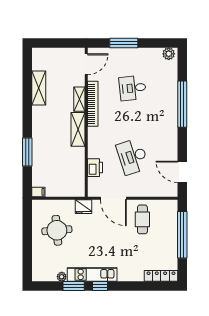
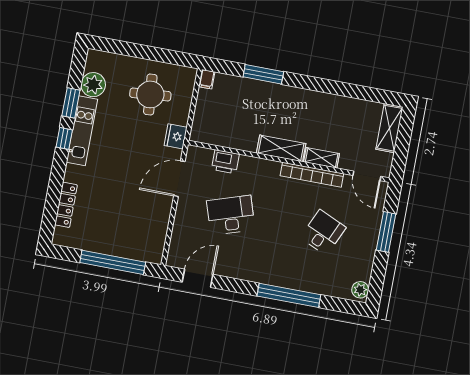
shelving: (39, 88) -> (389, 128), moved, turned 90
desk: (133, 88) -> (323, 232), turned 30
cafe table: (142, 219) -> (143, 212), removed
locker: (161, 276) -> (66, 205), moved
plant: (62, 277) -> (93, 85), width x1.88, depth x1.88

